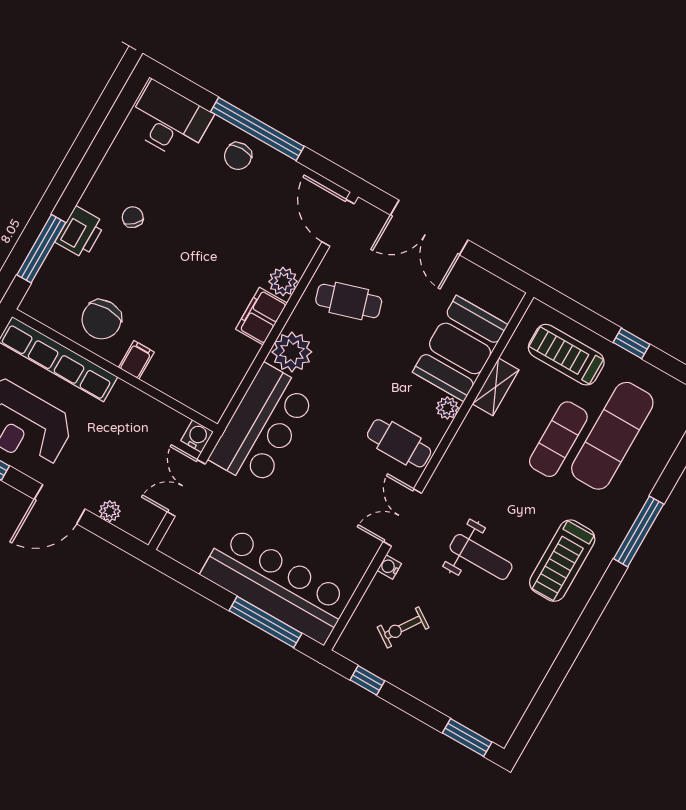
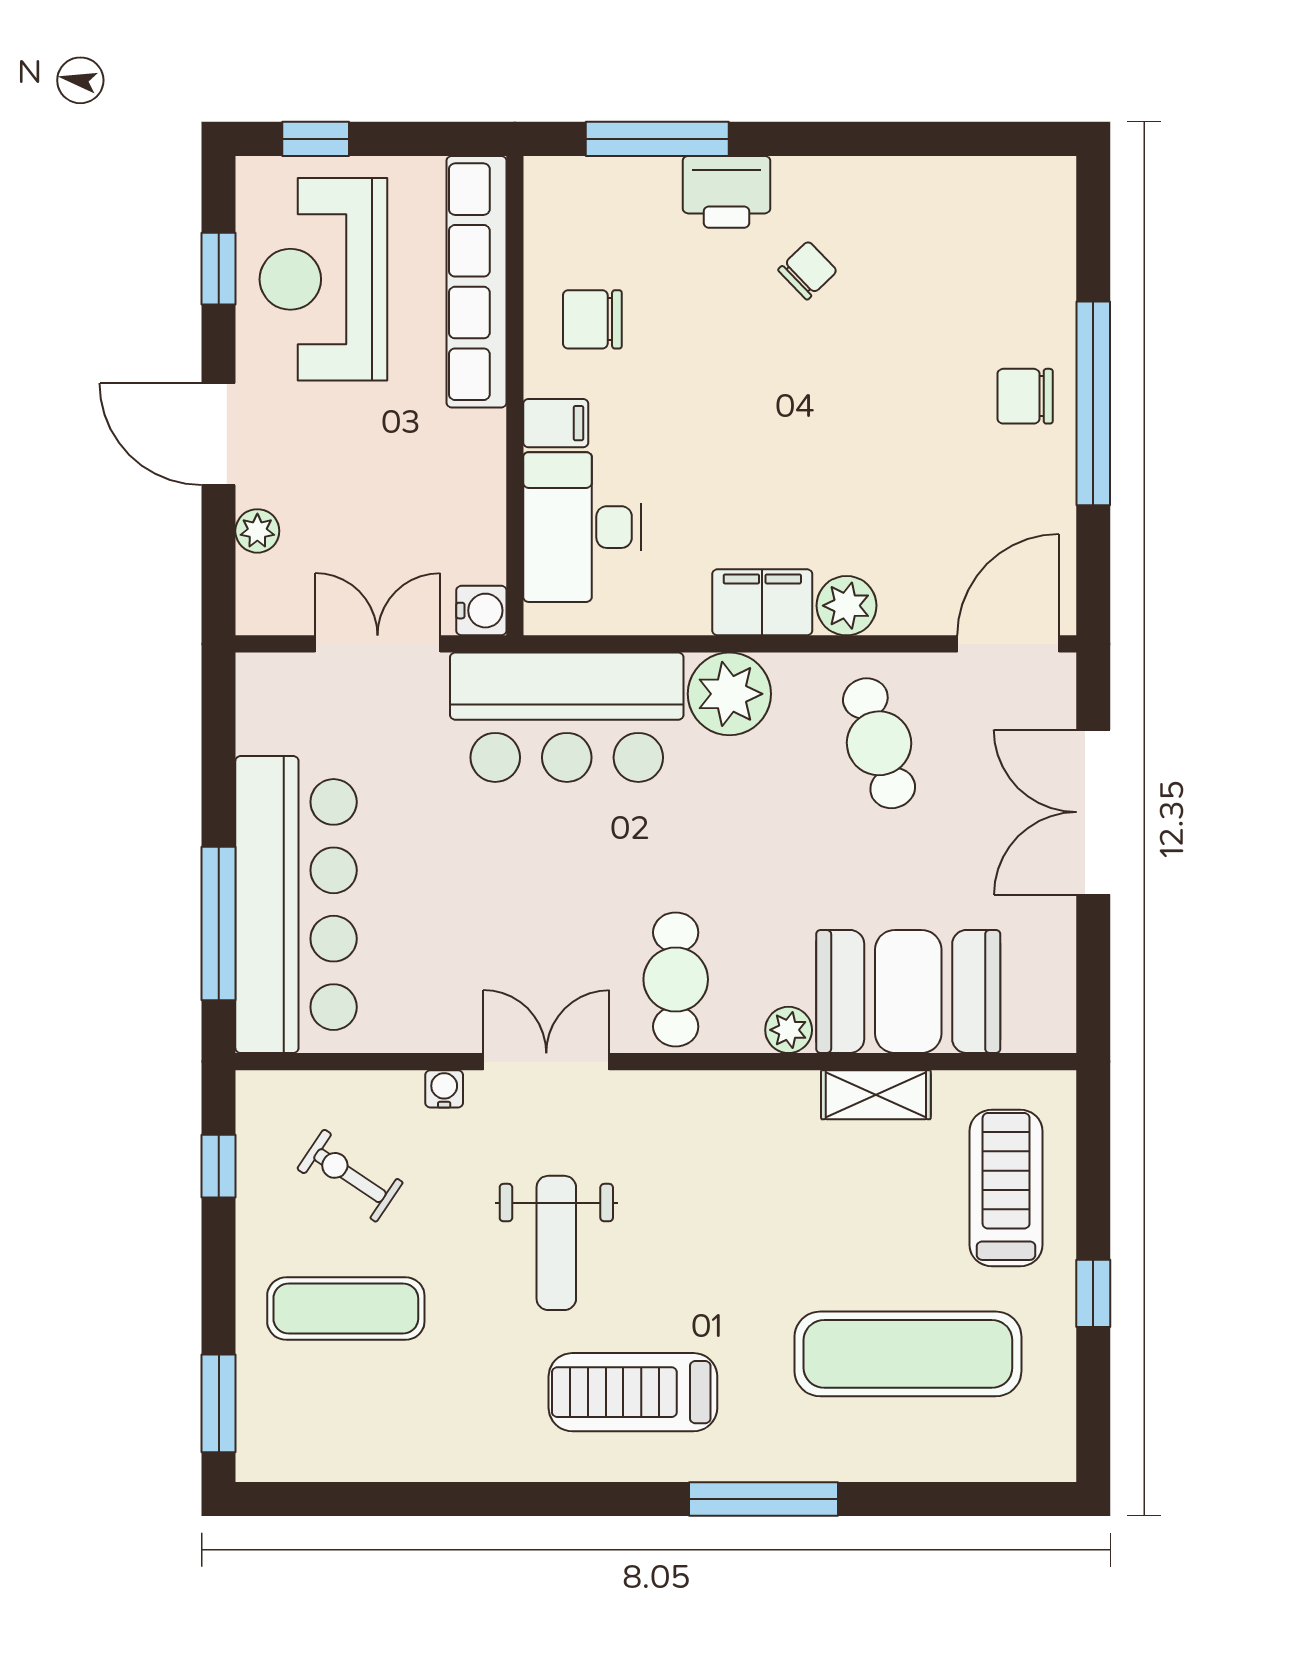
desk: (169, 121) -> (582, 527), moved, turned 180
chair: (101, 319) -> (592, 319), width x0.73, depth x0.73
exercise mat: (558, 439) -> (346, 1309), moved

